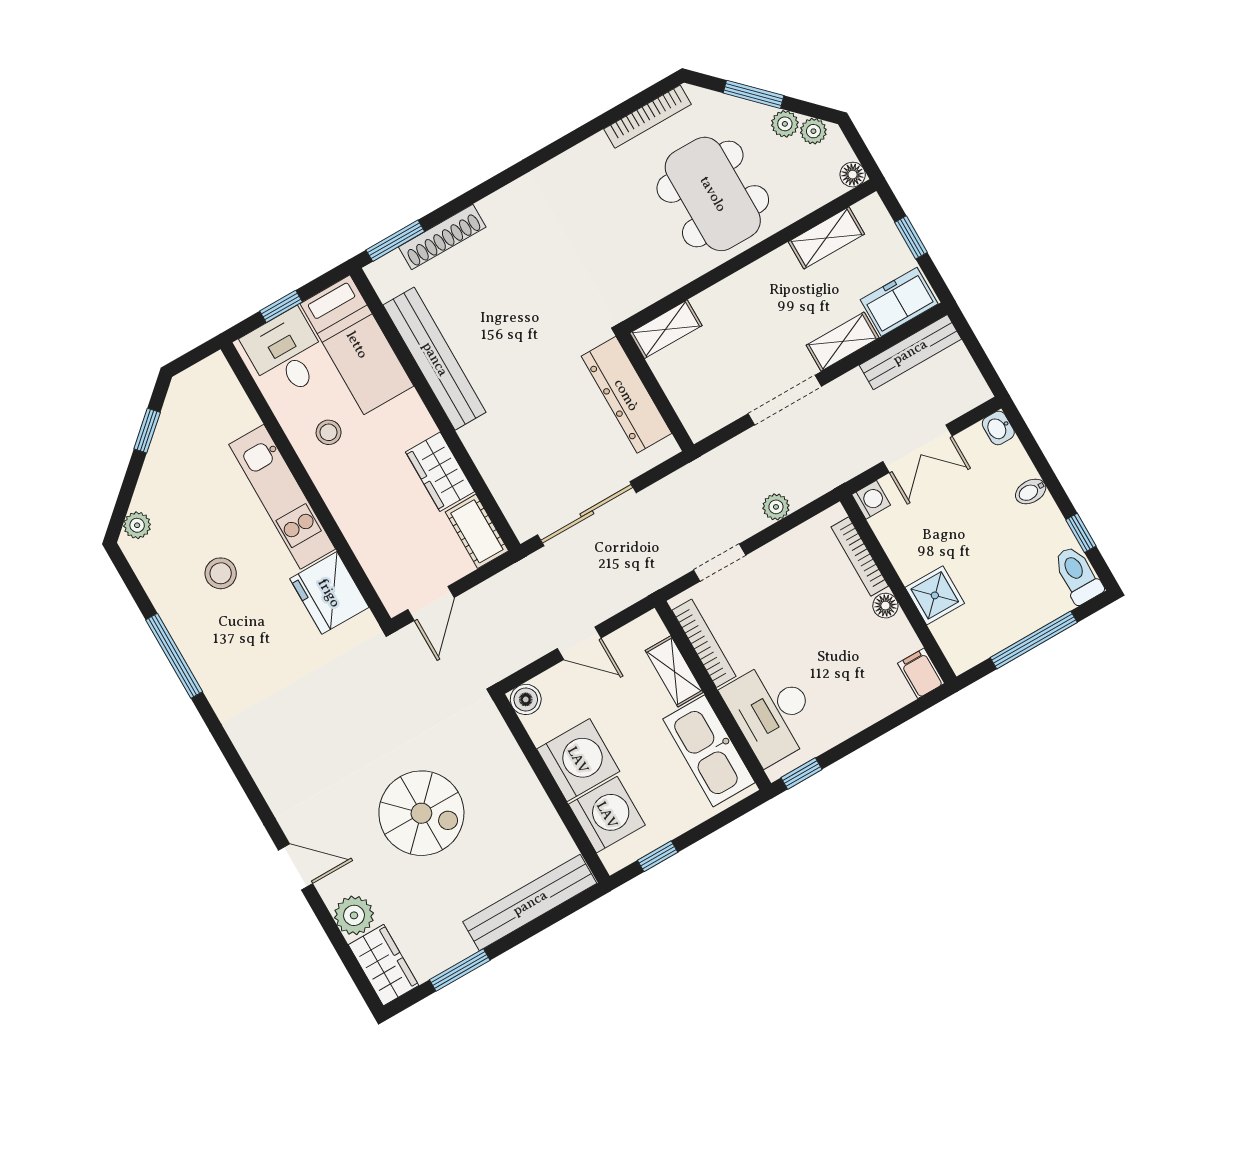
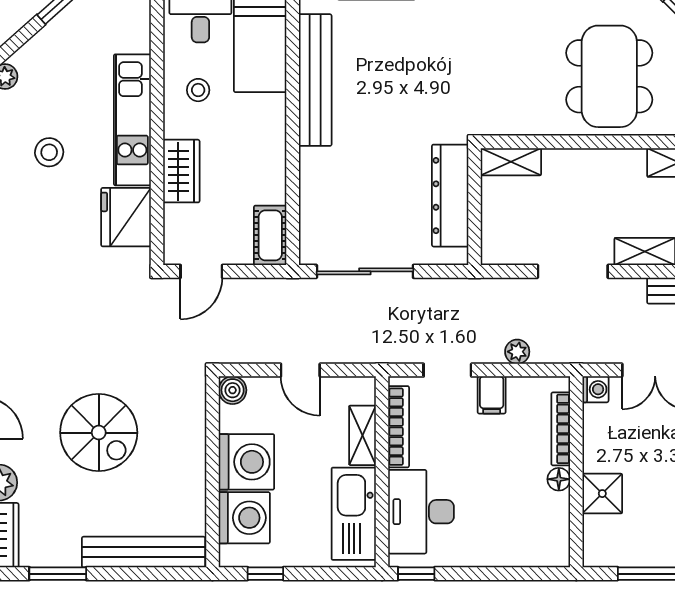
wardrobe: (440, 472) -> (181, 171), moved, turned 180
filing cabinet: (921, 673) -> (492, 395), moved, turned 180

